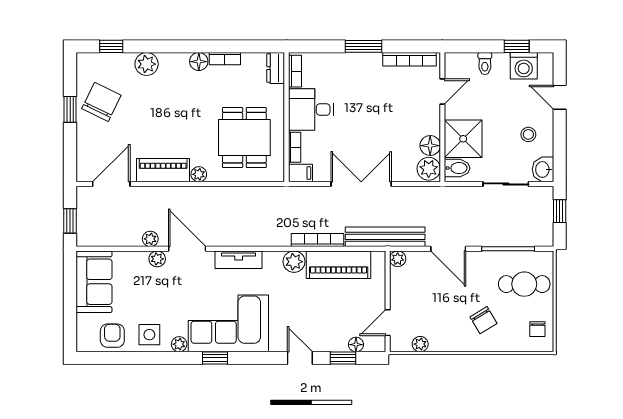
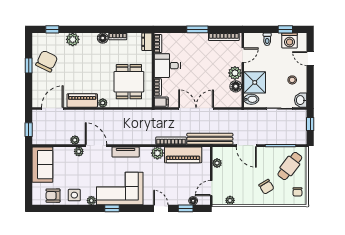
plant: (429, 169) -> (235, 73), moved
plant: (398, 259) -> (217, 163), moved
cafe table: (524, 284) -> (290, 166), turned -53
armchair: (112, 336) -> (53, 196), turned -90

